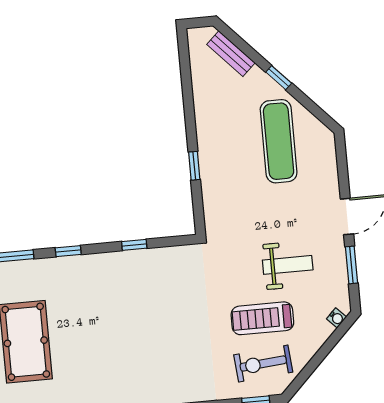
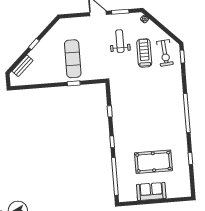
exercise mat: (279, 141) -> (73, 59), moved, turned 90
treadmill: (262, 318) -> (144, 53), turned 180

